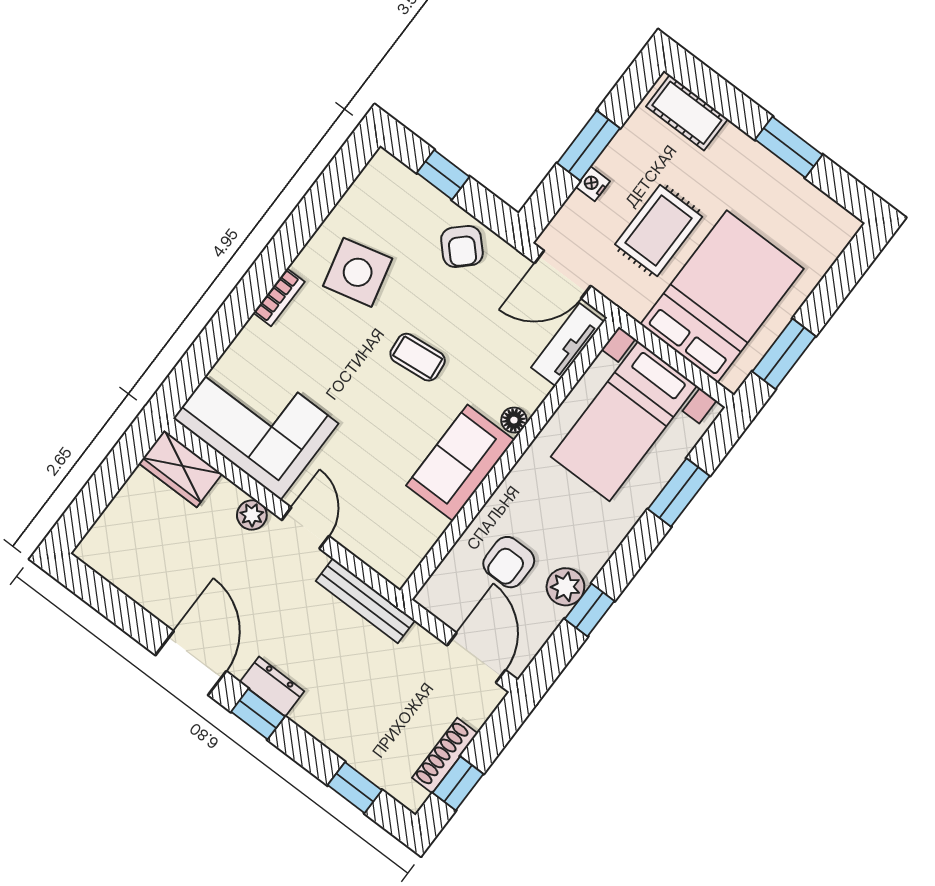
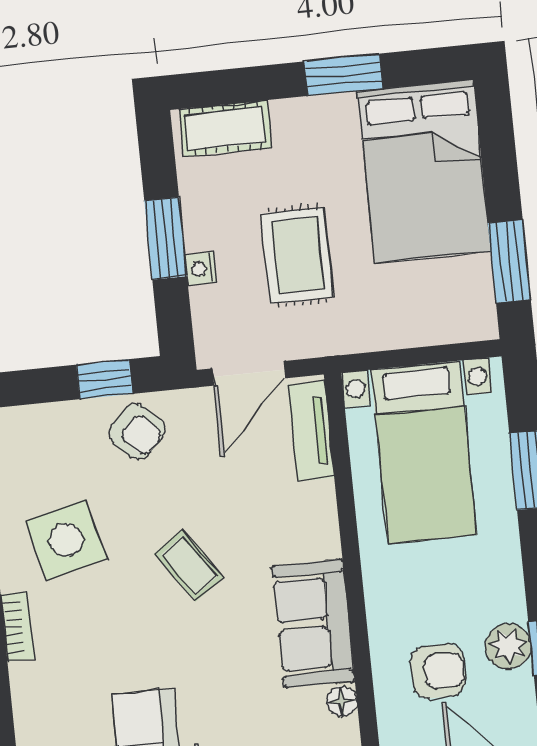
window: (443, 175) -> (105, 379), moved
bed: (722, 296) -> (424, 171), moved, turned 180
coffee table: (418, 357) -> (189, 566), turned 61
floor lamp: (514, 420) -> (342, 701), moved
armchair: (509, 562) -> (438, 671), turned -90

